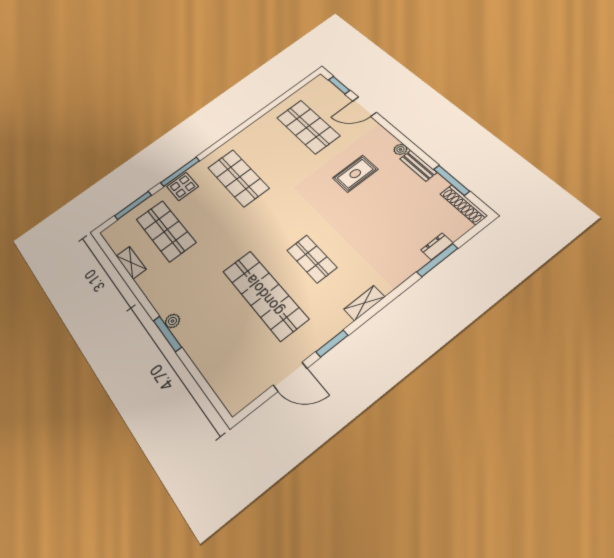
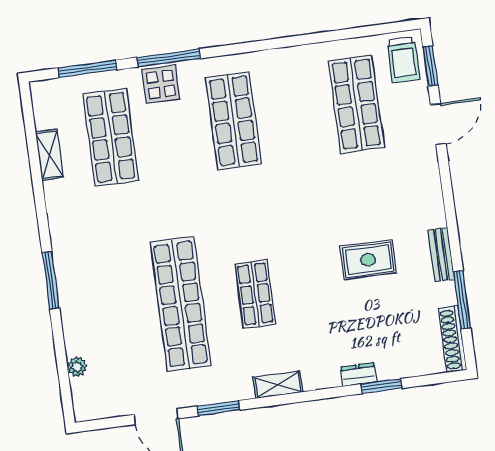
trolley: (321, 92) -> (403, 60), added
door: (365, 107) -> (438, 124), swing flipped
plant: (400, 149) -> (437, 218), removed
rug: (355, 174) -> (368, 260), moved
dresser: (437, 246) -> (358, 375), moved
window: (437, 260) -> (382, 386), width x0.69
plant: (172, 321) -> (77, 367), moved

